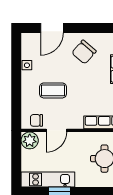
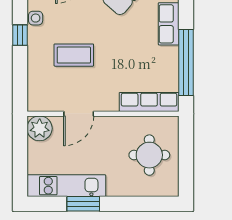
window: (16, 77) -> (20, 35), added
chair: (36, 120) -> (50, 99), removed

